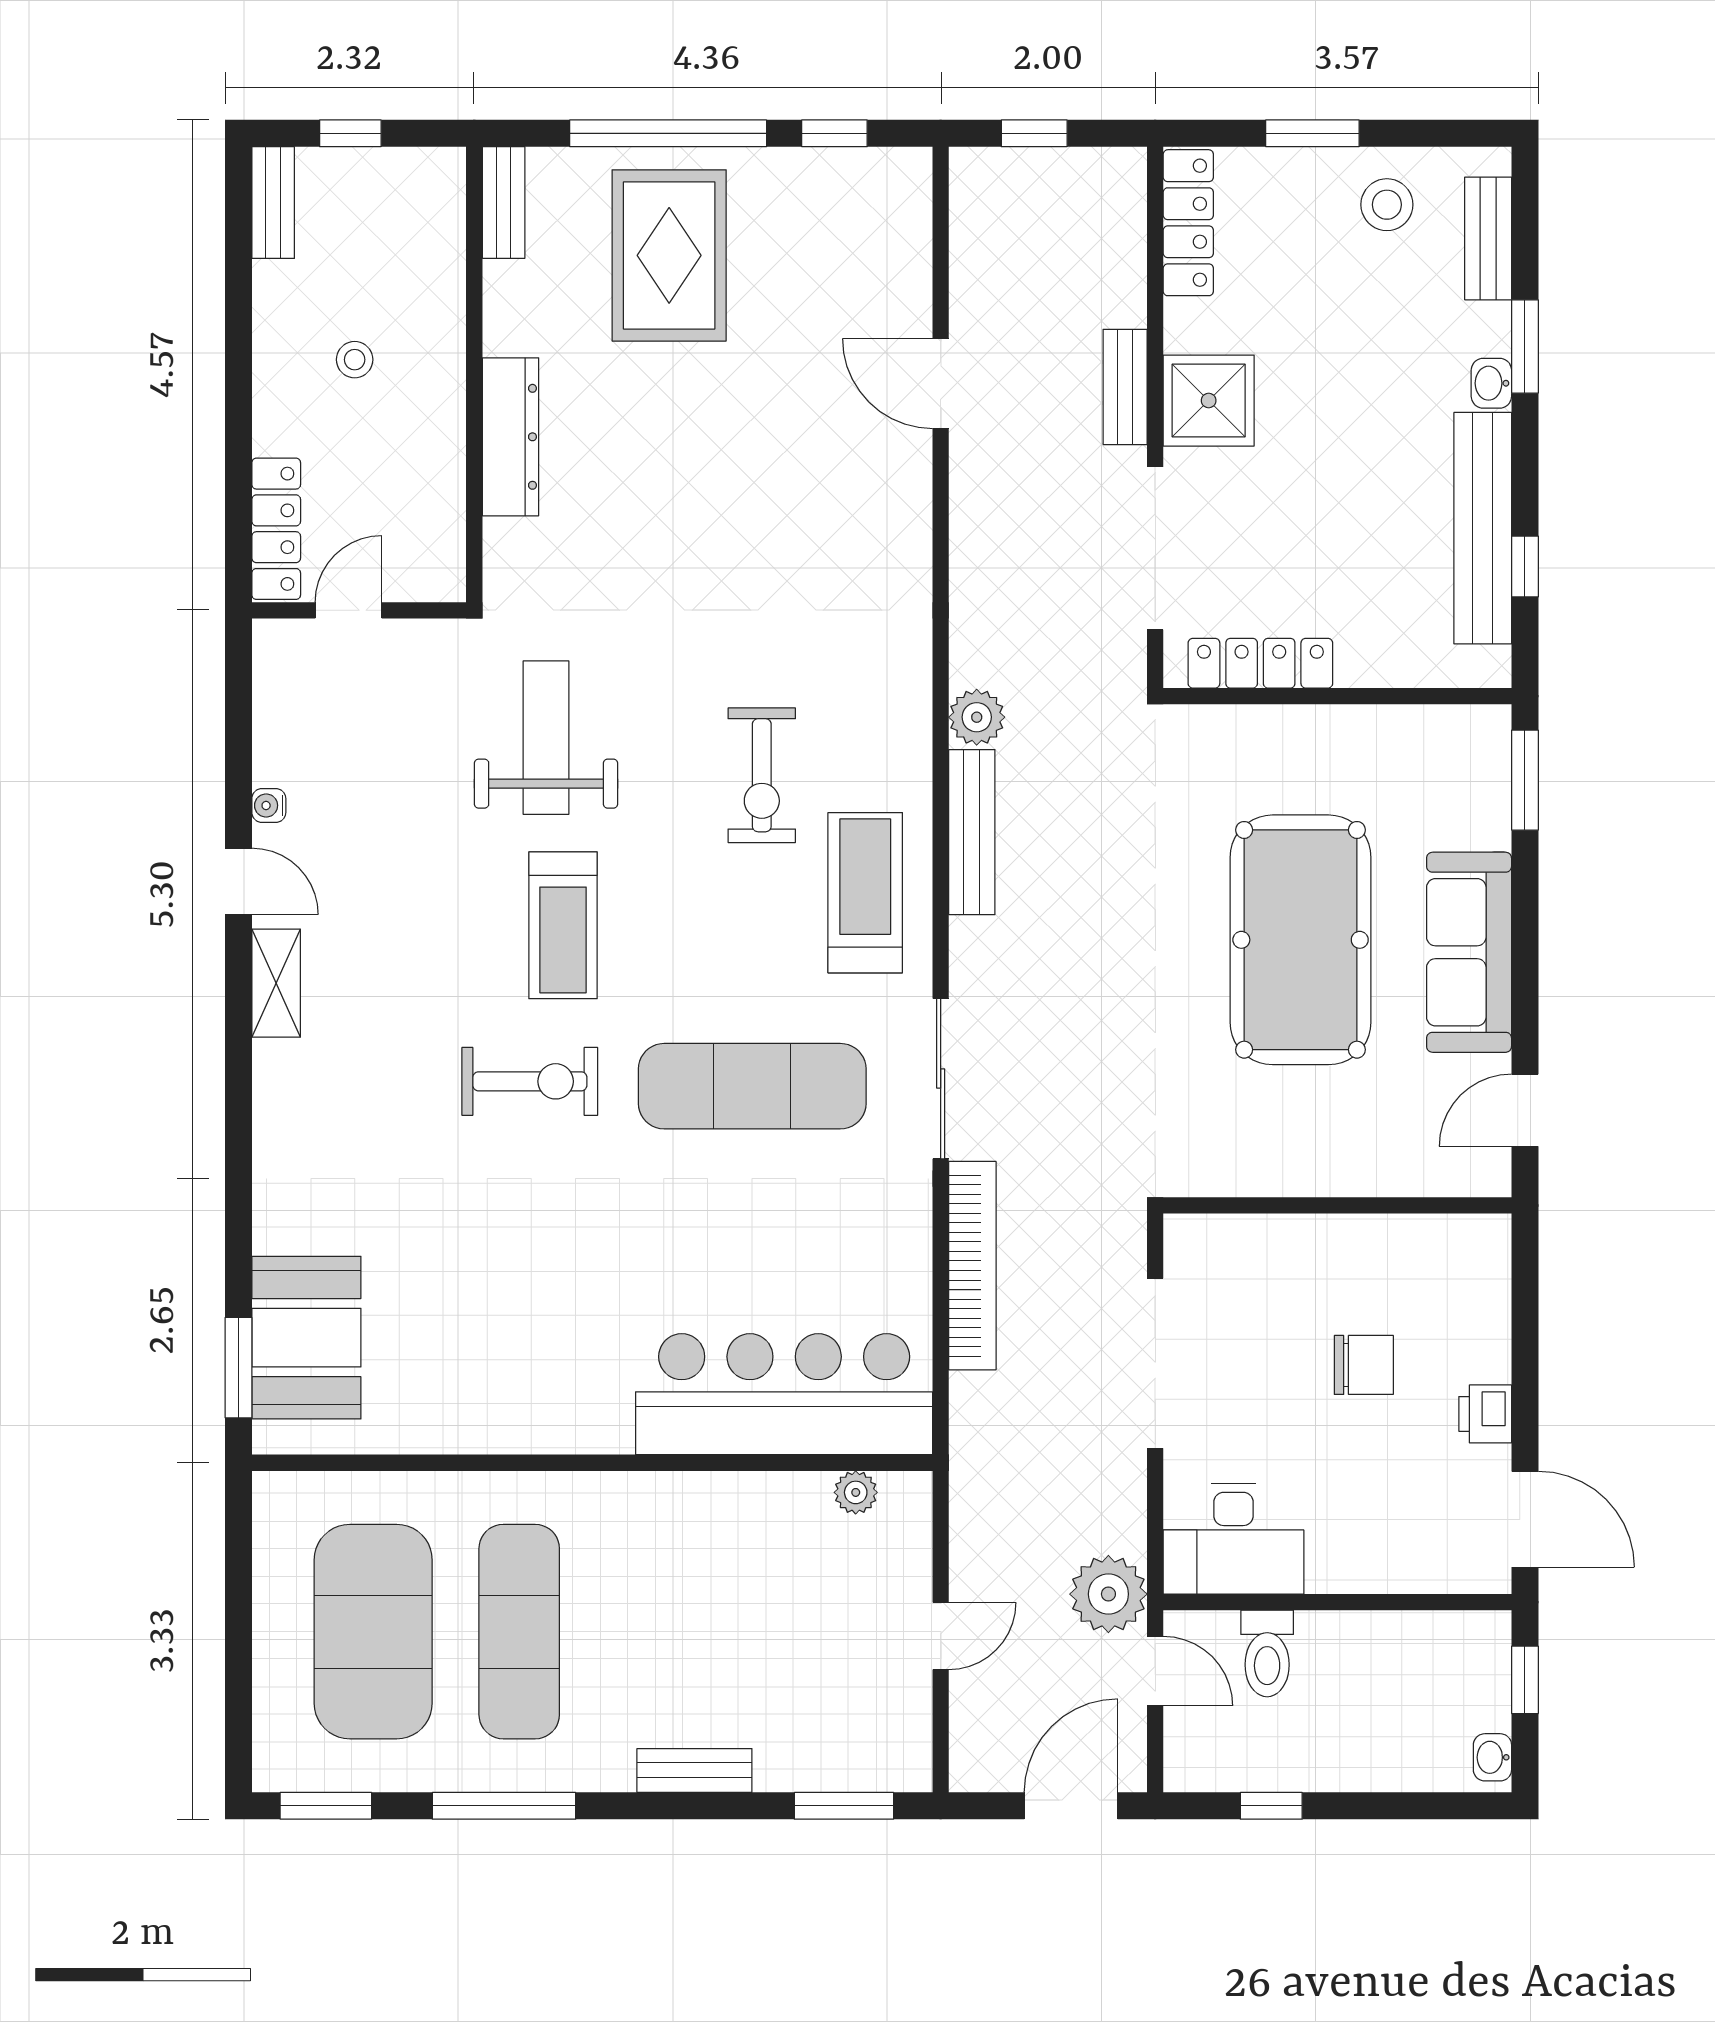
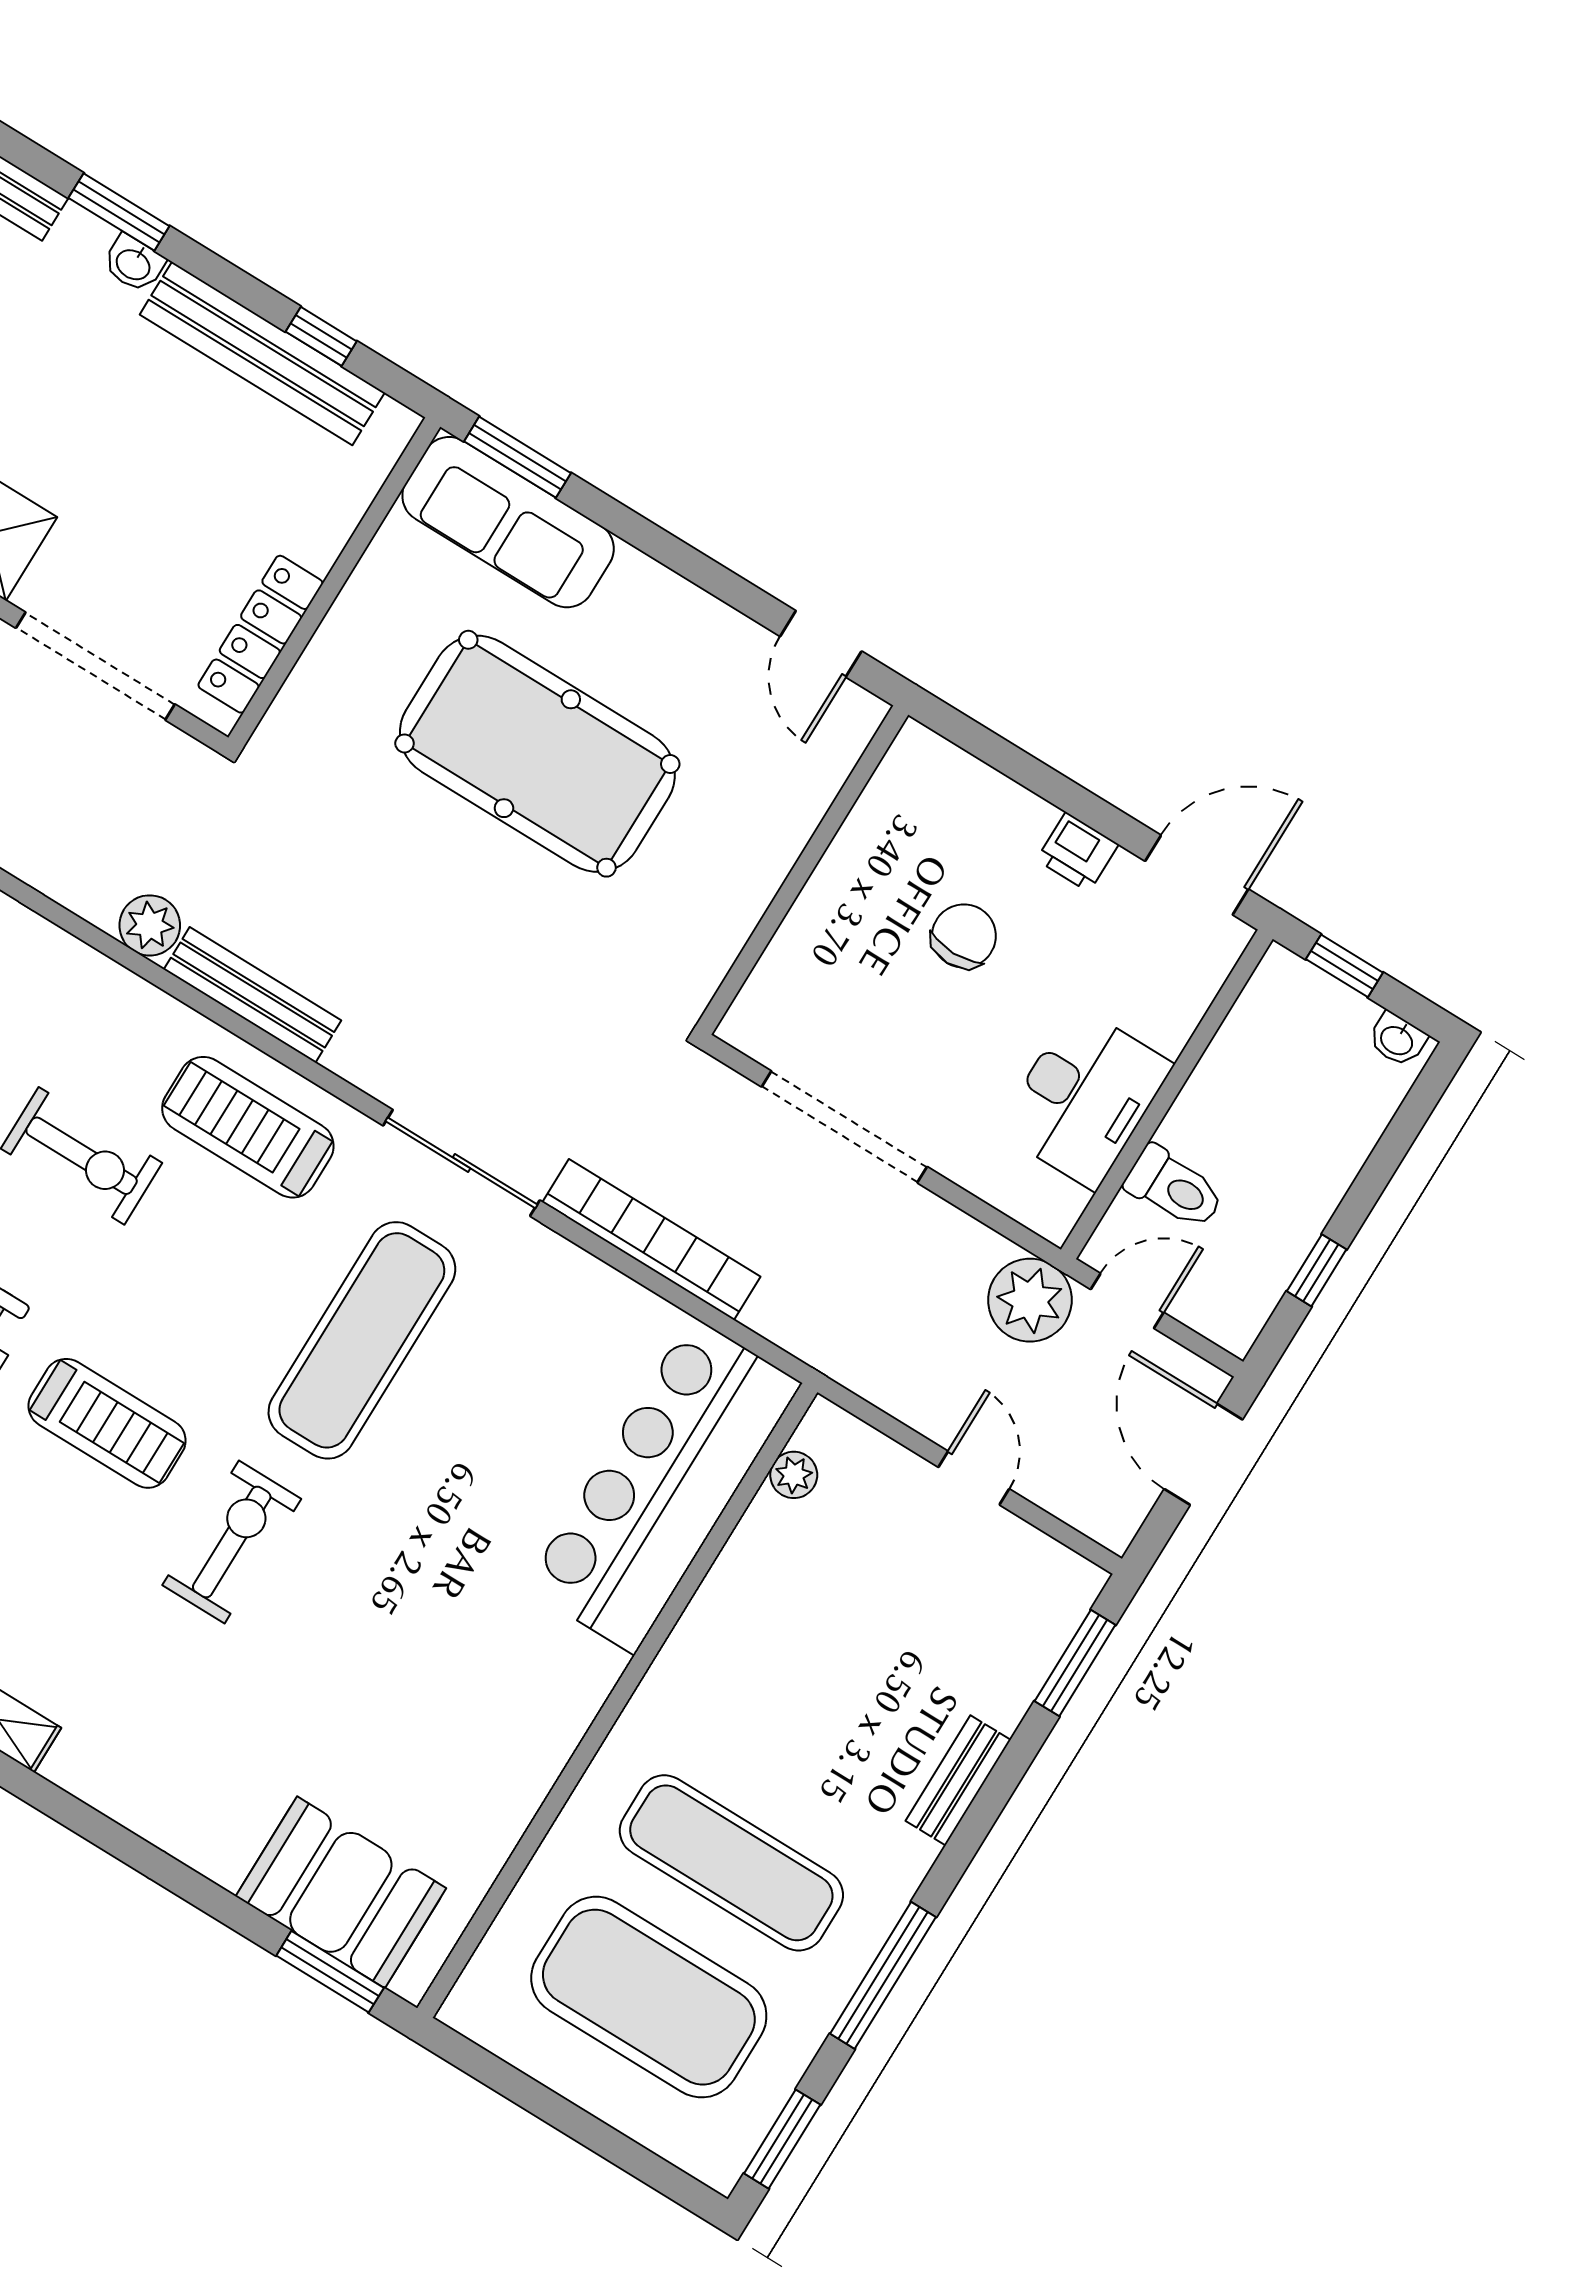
sofa: (1469, 952) -> (508, 522), moved
desk: (1233, 1539) -> (1085, 1097), moved

